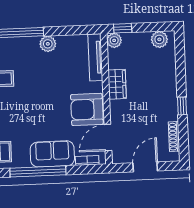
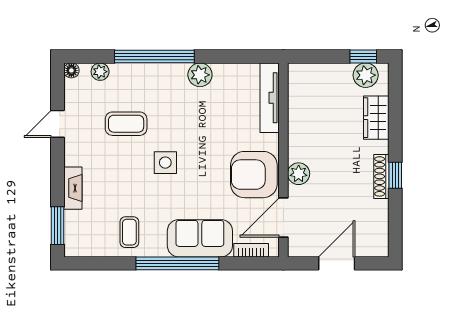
window: (123, 28) -> (363, 56), moved
plant: (114, 40) -> (299, 174), moved
wardrobe: (117, 84) -> (376, 118), moved, turned 180
side table: (27, 104) -> (165, 163), added
shoe rack: (174, 137) -> (381, 176), moved

